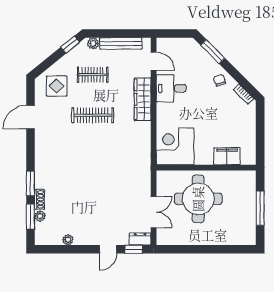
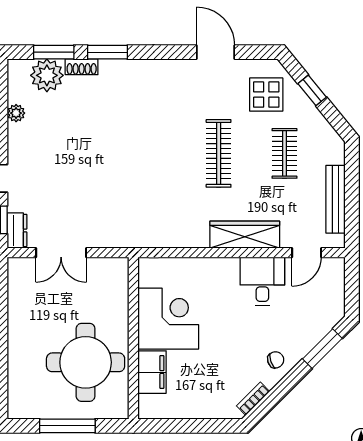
plant: (93, 43) -> (336, 154), removed
window: (70, 45) -> (312, 90), moved
corner desk: (175, 146) -> (168, 319), moved
round table: (198, 199) -> (86, 362), moved
plant: (40, 216) -> (47, 75), width x1.88, depth x1.88

